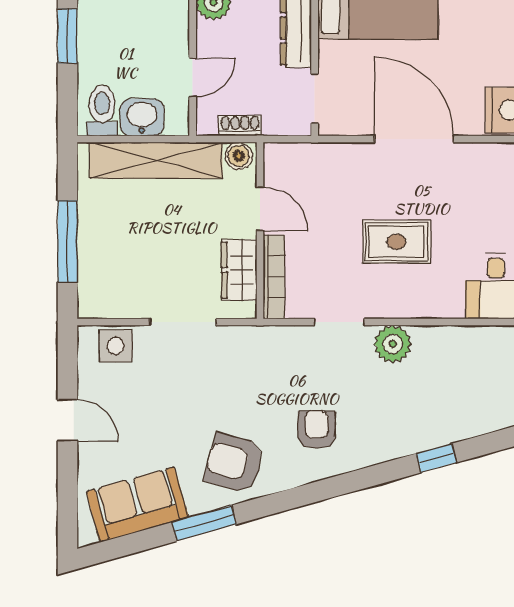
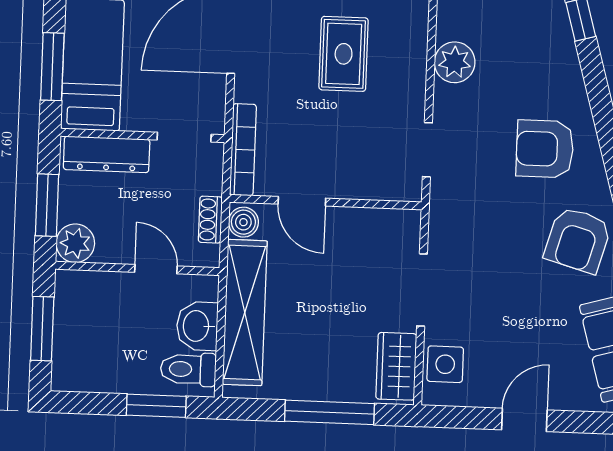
window: (67, 36) -> (156, 406), moved
door: (260, 209) -> (302, 201), swing flipped
wardrobe: (239, 270) -> (396, 366), moved, turned 90
bookcase: (274, 277) -> (243, 150), moved, turned 90
doorway: (339, 322) -> (427, 150), moved
armchair: (316, 430) -> (545, 149), width x1.38, depth x1.38

